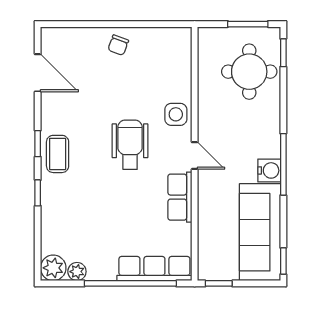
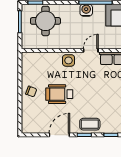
door: (38, 73) -> (59, 135), moved
wheelchair: (130, 145) -> (59, 94), moved
water cooler: (269, 170) -> (86, 10), moved

